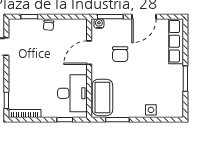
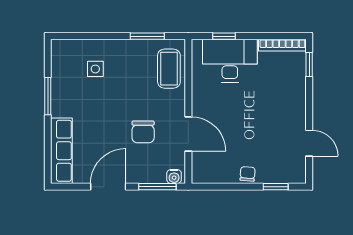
door: (89, 53) -> (188, 134), hinge flipped
chair: (120, 54) -> (143, 132), turned 180
desk: (72, 93) -> (230, 61), moved, turned 90
coffee table: (102, 97) -> (169, 69), width x0.73, depth x0.76
side table: (151, 110) -> (95, 69), moved

